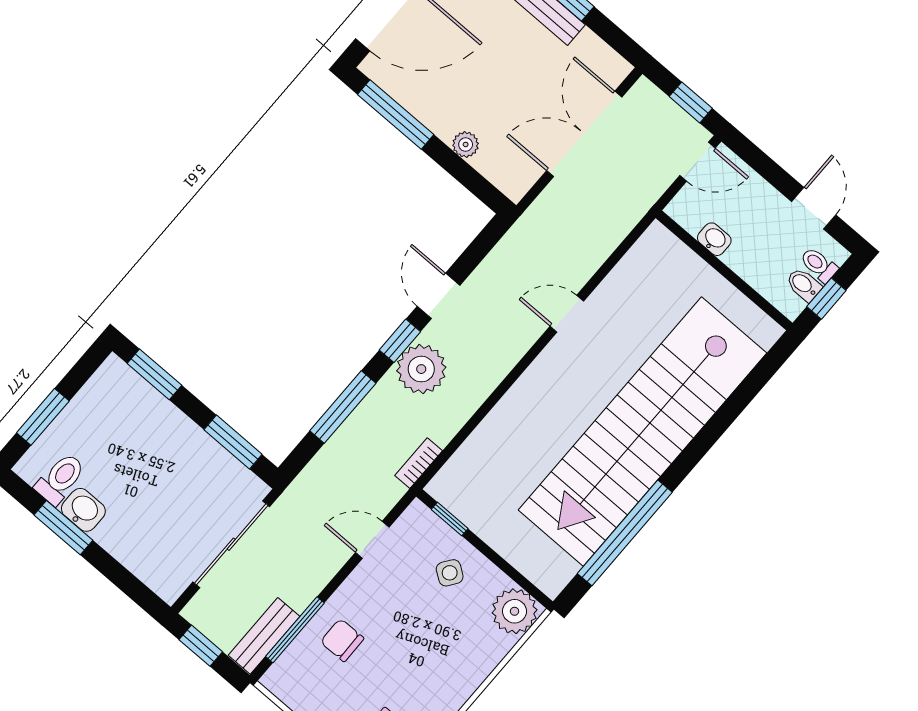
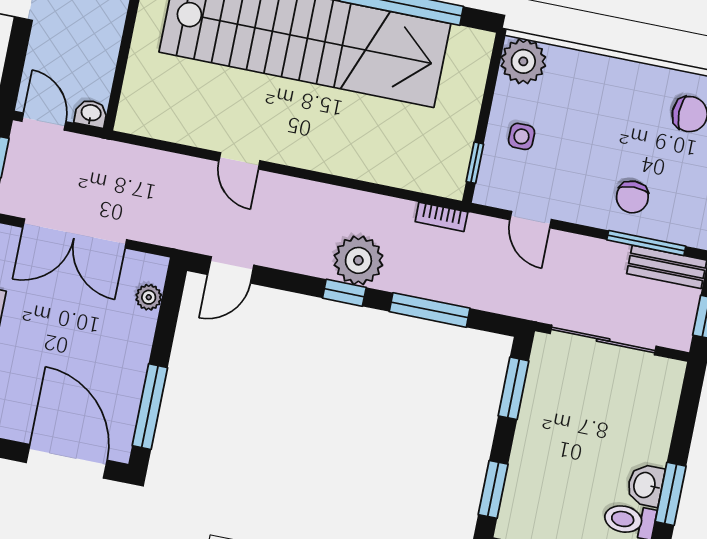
plant: (466, 144) -> (149, 297), moved
washbasin: (714, 239) -> (91, 113), moved, turned 90
door: (439, 296) -> (231, 270), moved
side table: (450, 573) -> (522, 136), turned -35

